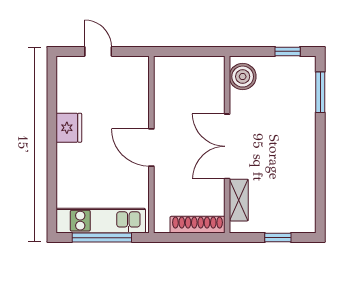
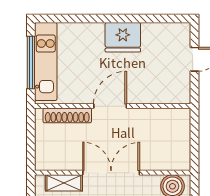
fridge: (69, 128) -> (123, 37), width x1.36, depth x1.34
shoe rack: (198, 225) -> (67, 115), moved, turned 90

